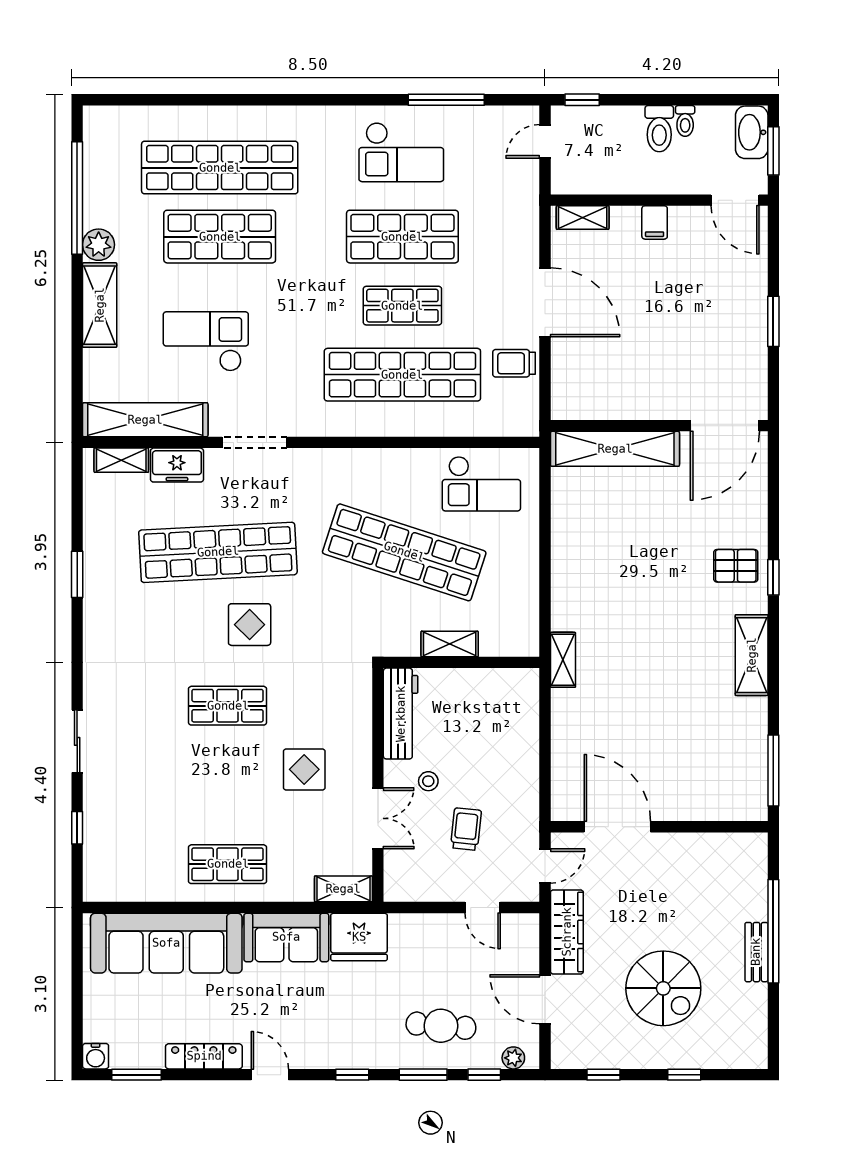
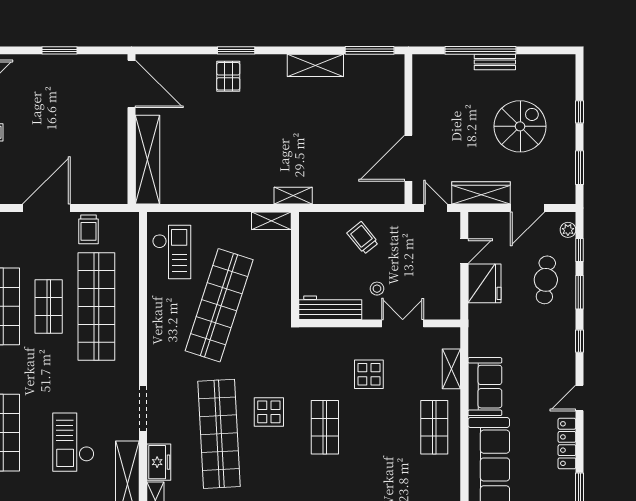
window: (773, 577) -> (236, 50), width x1.50
shelving: (450, 644) -> (271, 221), moved, turned 90
shelving: (752, 655) -> (315, 65), moved
trolley: (466, 829) -> (363, 238), moved, turned 45
shelving: (343, 889) -> (451, 369), moved
fridge: (359, 937) -> (484, 283), moved
window: (604, 1075) -> (580, 168), width x1.50

